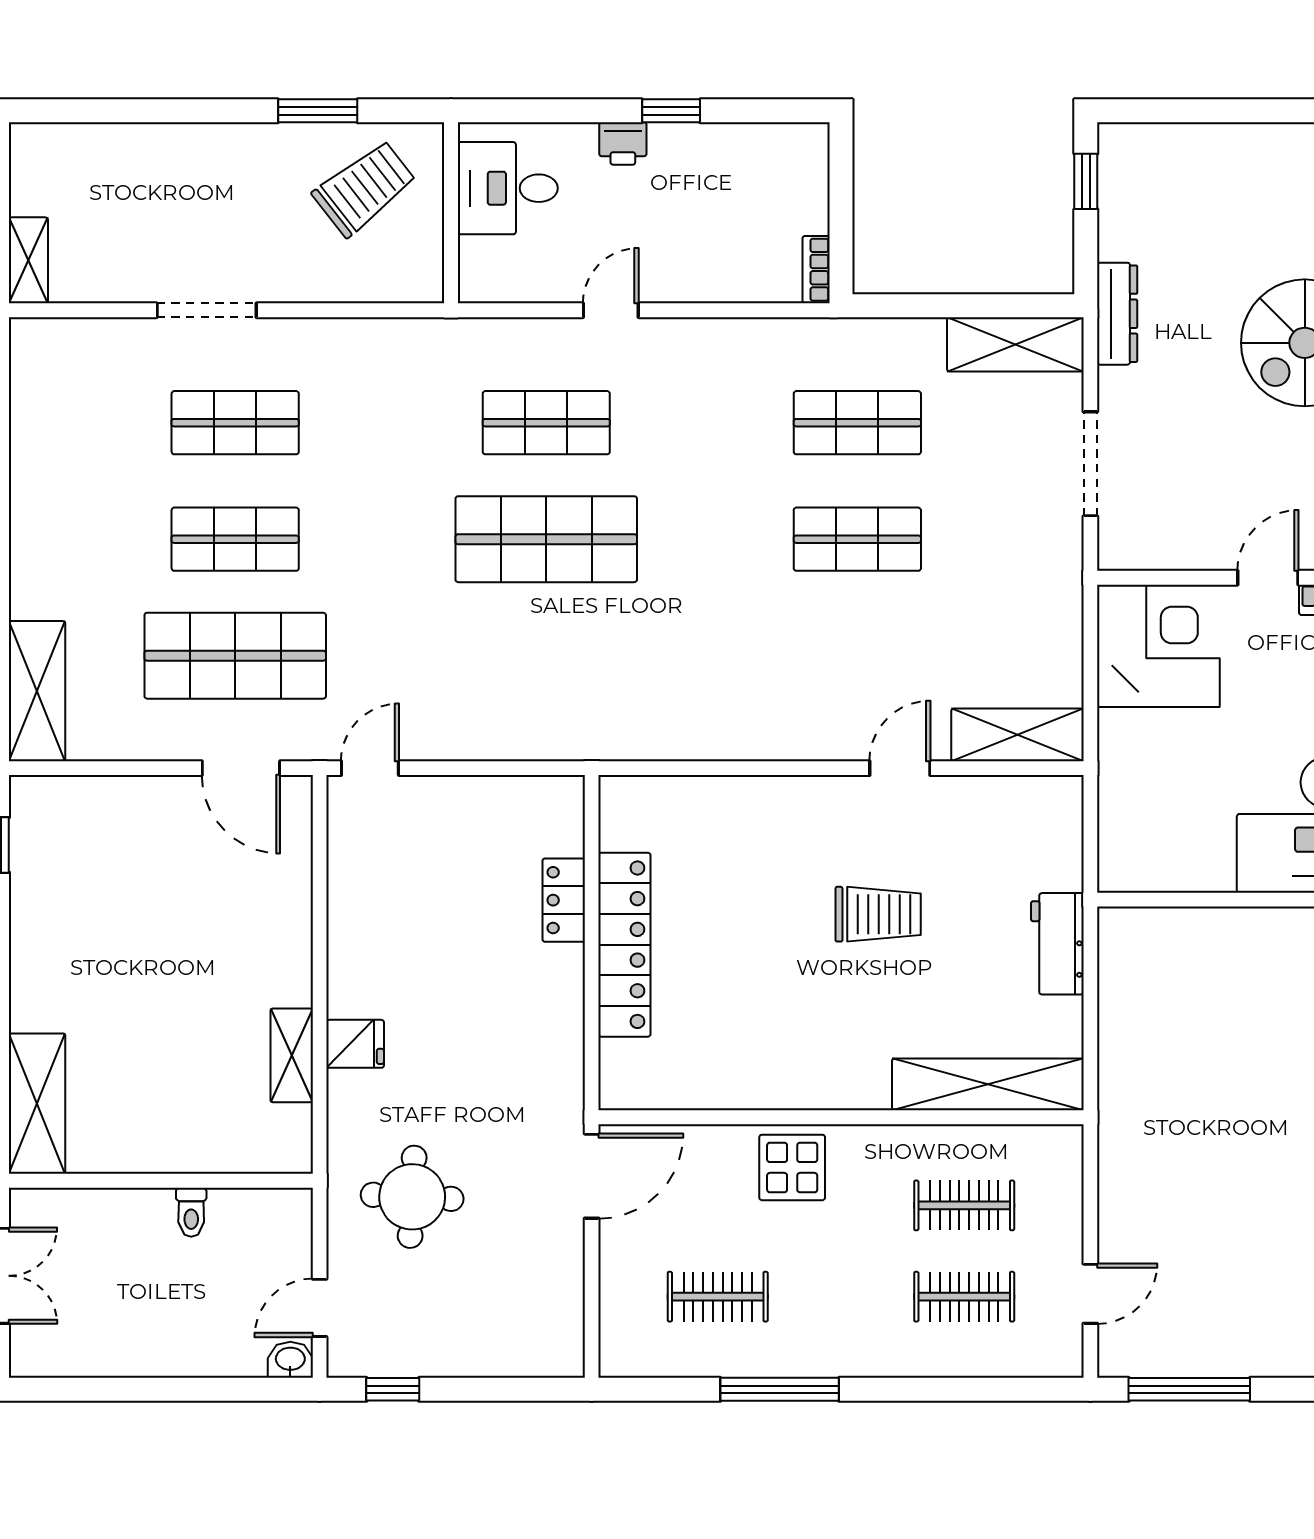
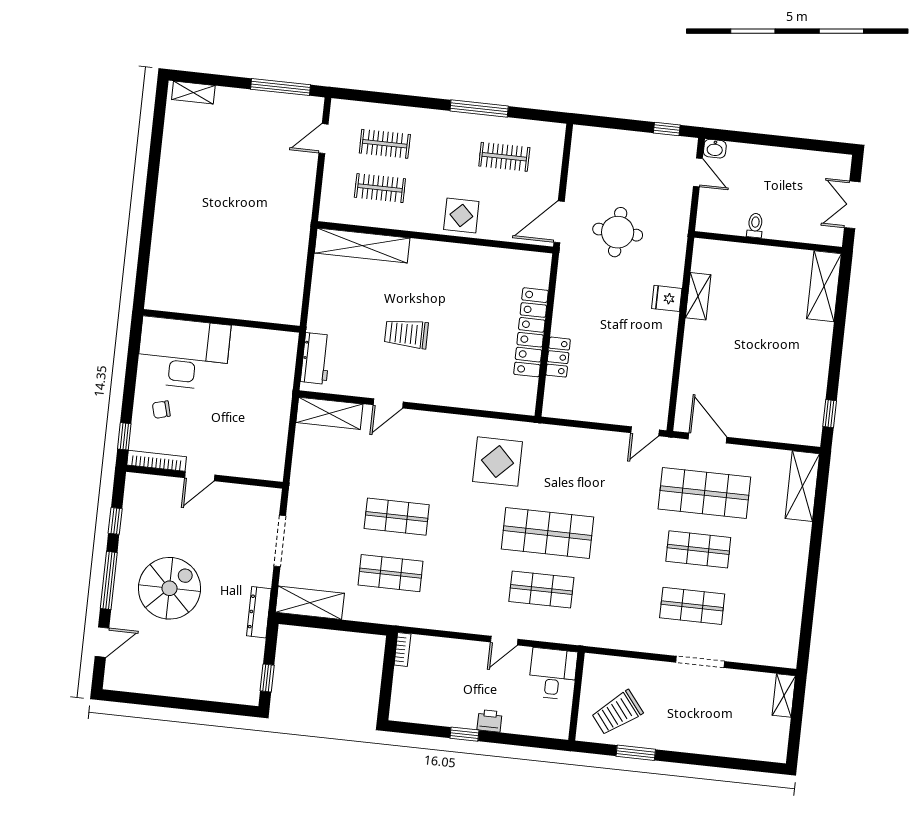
desk: (508, 188) -> (553, 674), moved, turned -90
corner desk: (1158, 646) -> (256, 449), removed
display table: (664, 674) -> (498, 462), added
workbench: (1057, 944) -> (316, 358), moved
round table: (412, 1197) -> (618, 232), moved
door: (320, 1308) -> (698, 172), hinge flipped

